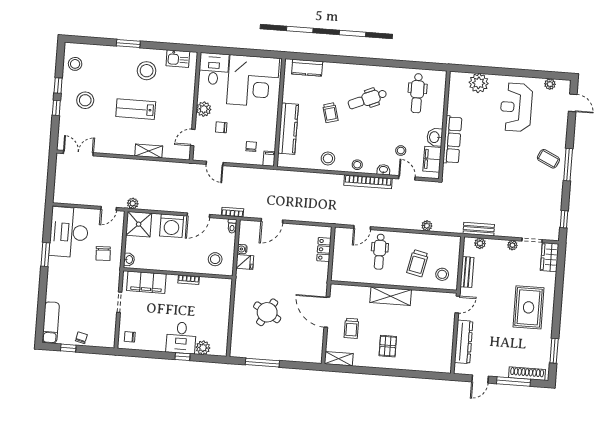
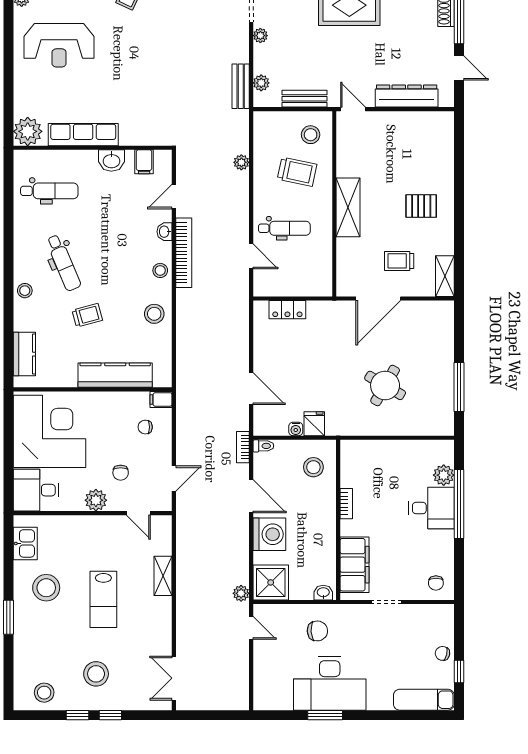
plant: (479, 83) -> (28, 131), moved
row of seats: (452, 140) -> (83, 135), moved
stool: (401, 151) -> (25, 291), moved
filing cabinet: (432, 159) -> (144, 162), width x0.50
desk: (69, 232) -> (330, 683), moved
trolley: (351, 328) -> (399, 261), turned 180
window: (182, 357) -> (459, 504), width x3.17

